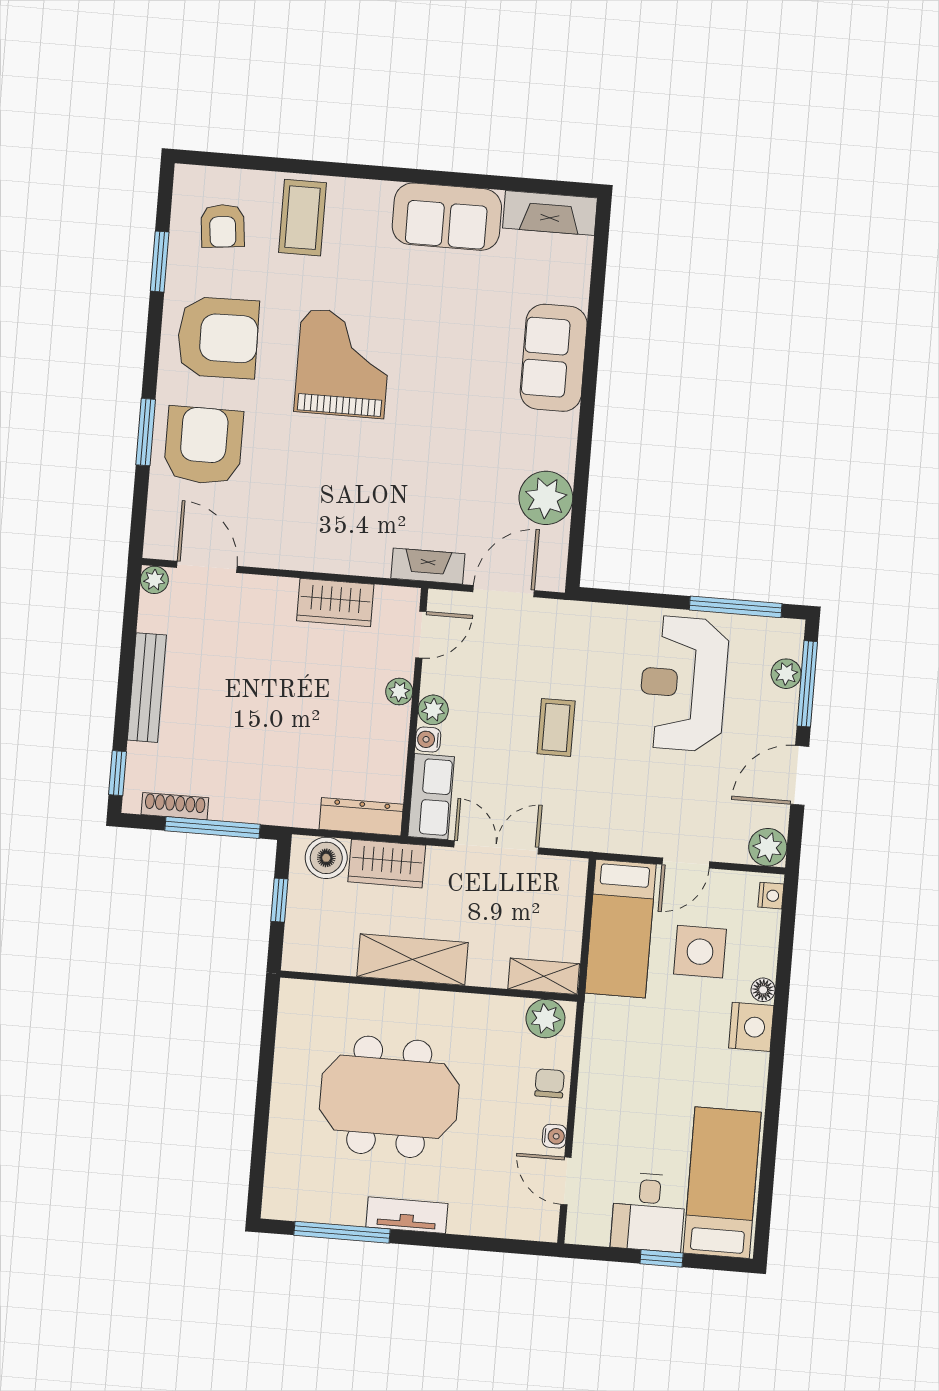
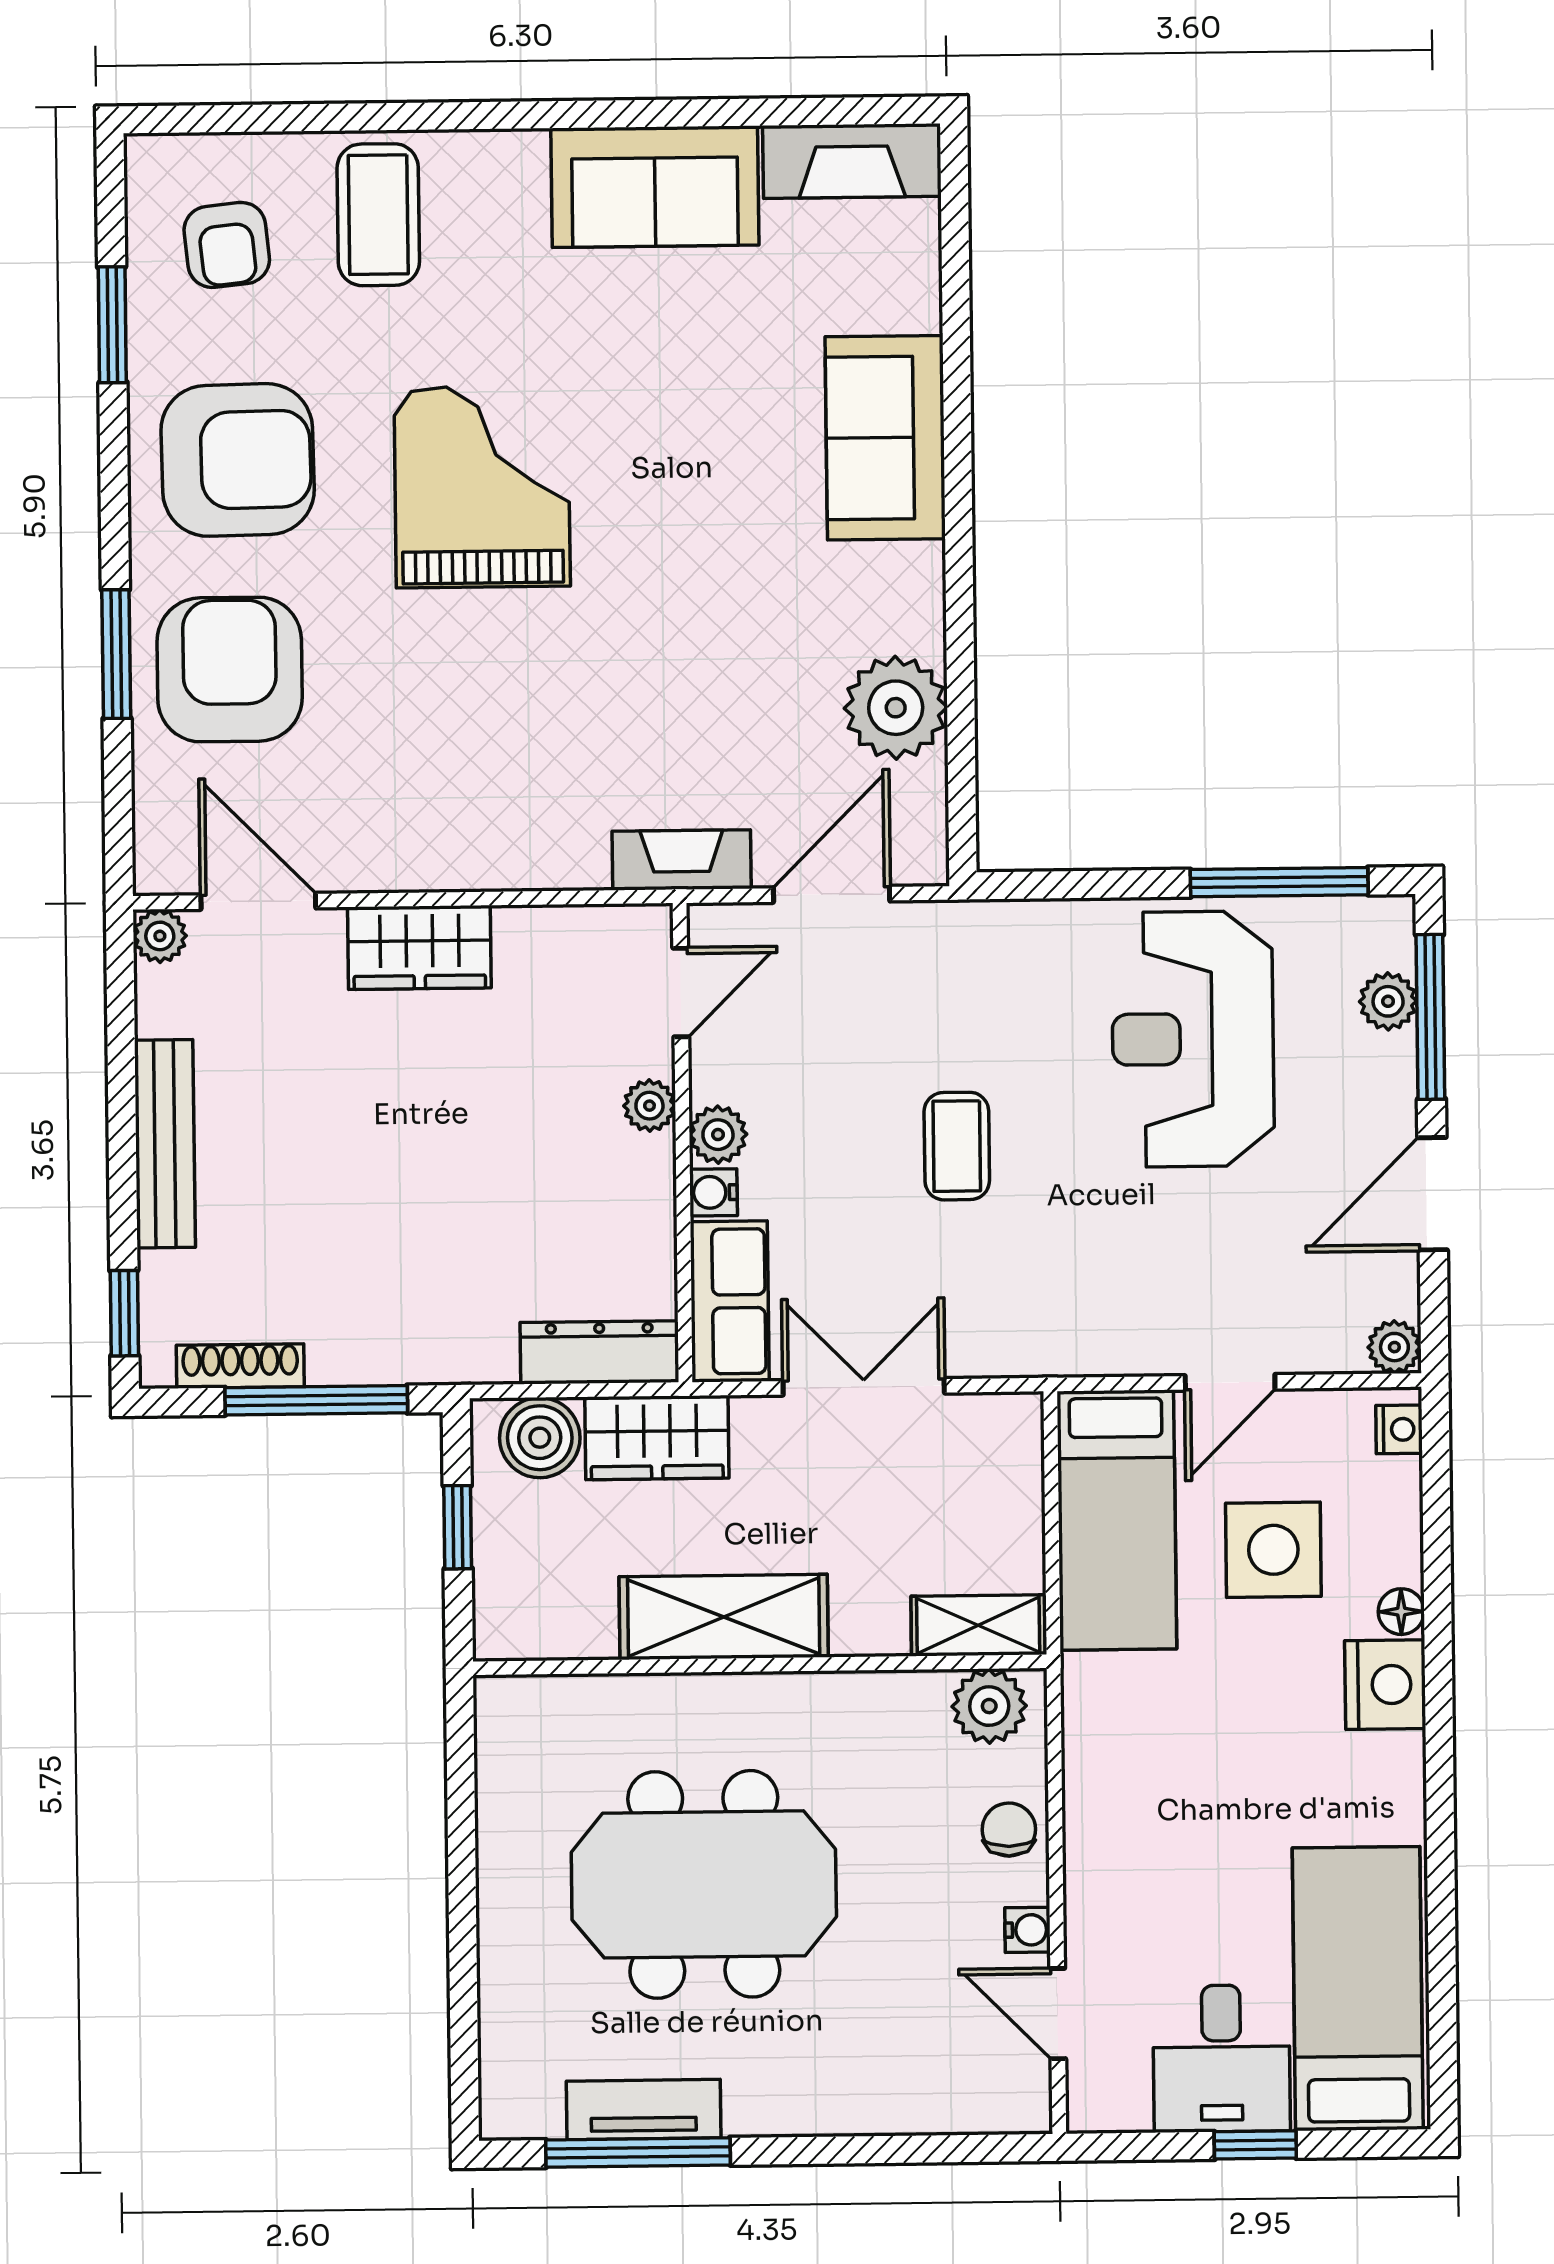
wardrobe: (335, 602) -> (419, 947), moved
plant: (768, 847) -> (1394, 1347), width x0.73, depth x0.73
tv unit: (407, 1215) -> (644, 2110), moved

